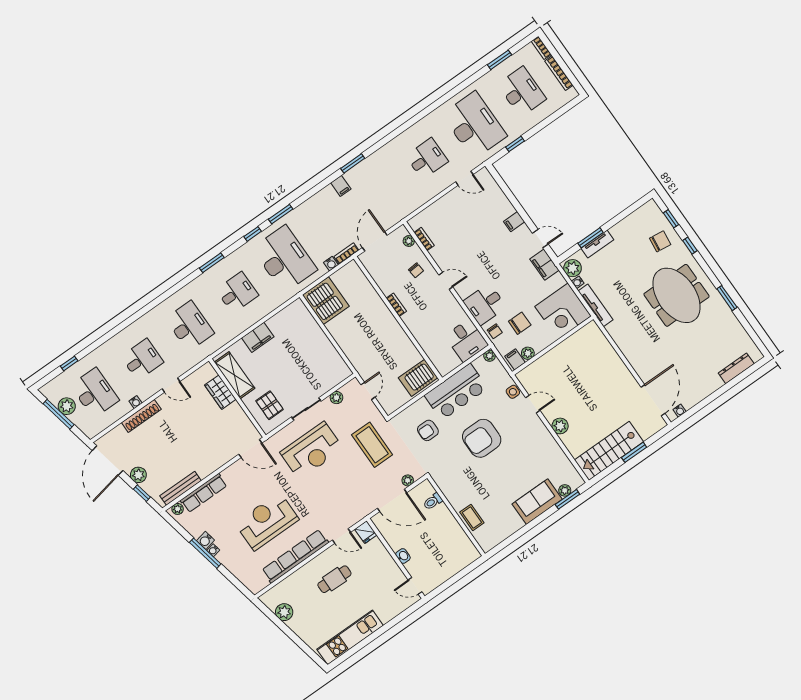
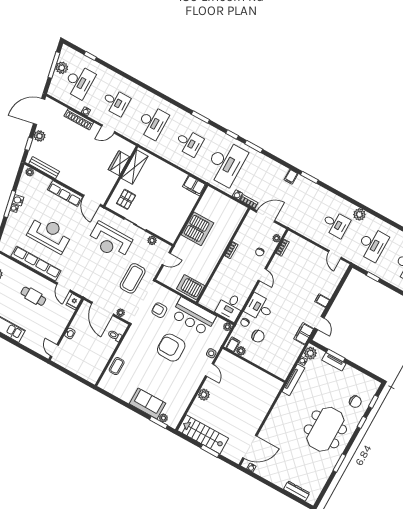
plant: (429, 123) -> (359, 214), added
desk: (474, 125) -> (372, 244), width x0.73, depth x0.77
server rack: (326, 301) -> (197, 229), moved
corner desk: (563, 311) -> (279, 361), removed
filing cabinet: (258, 337) -> (194, 186), moved
door: (171, 385) -> (108, 129), hinge flipped
row of seats: (204, 493) -> (65, 193), moved

